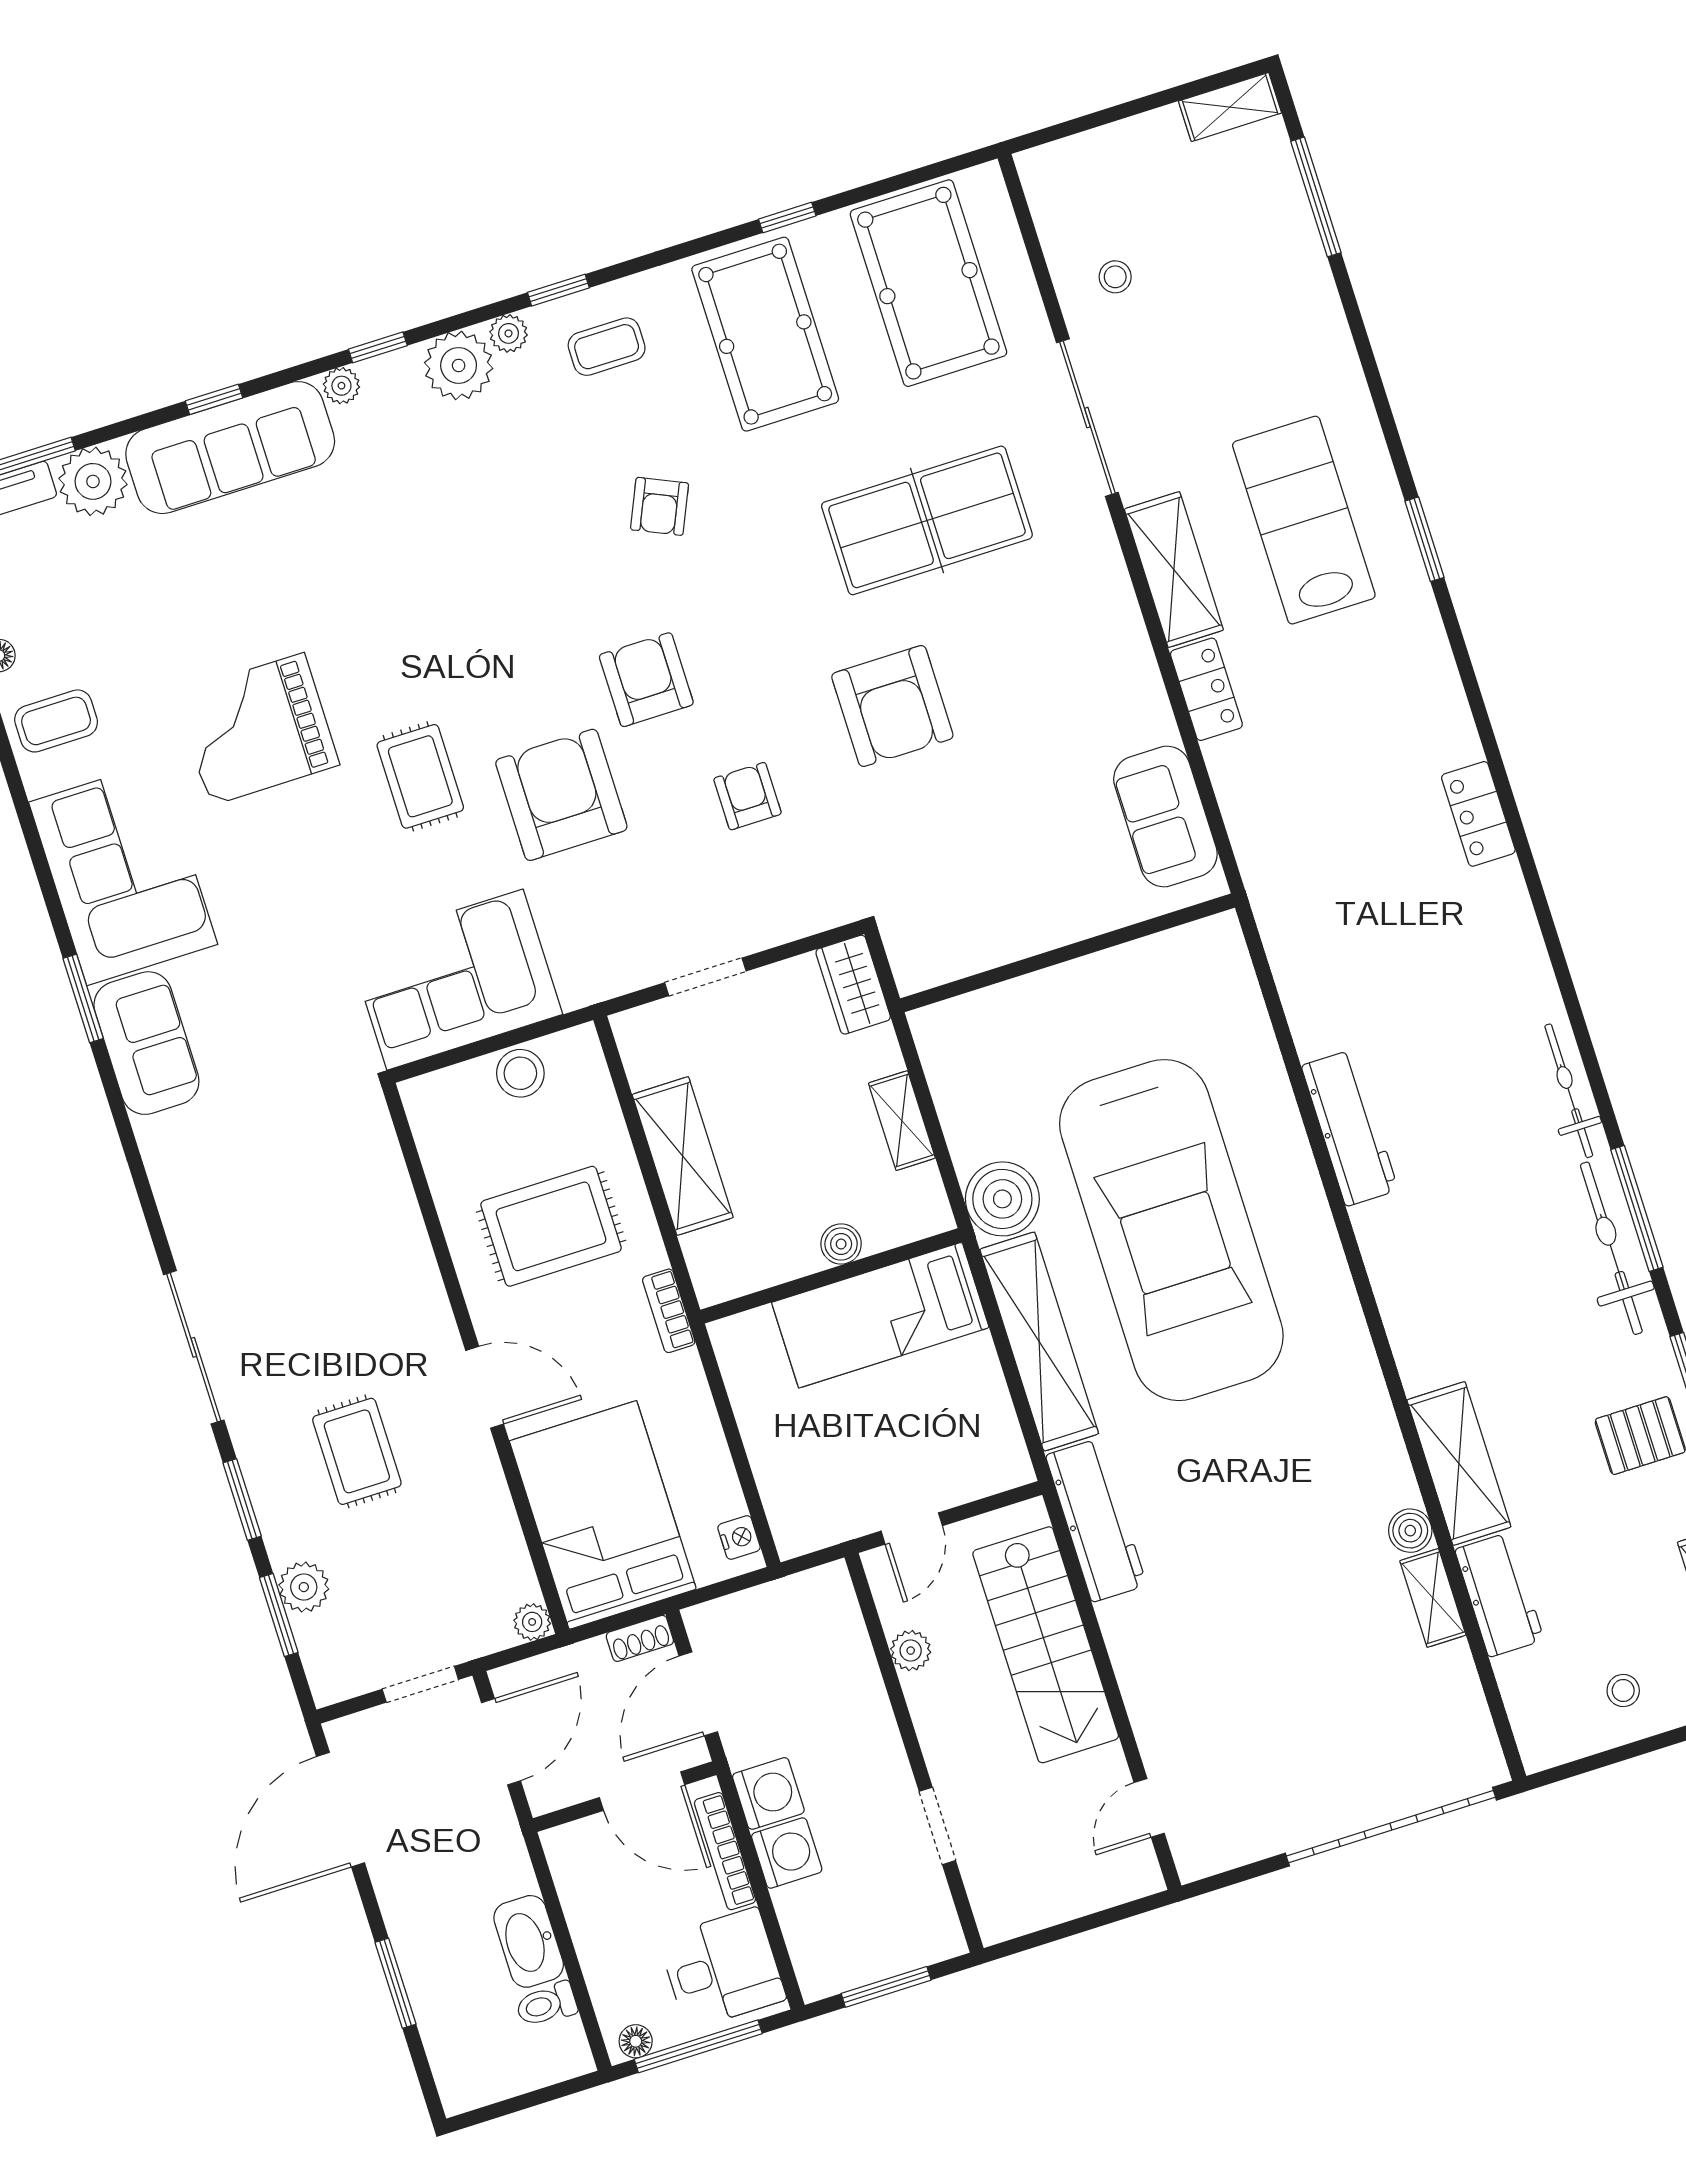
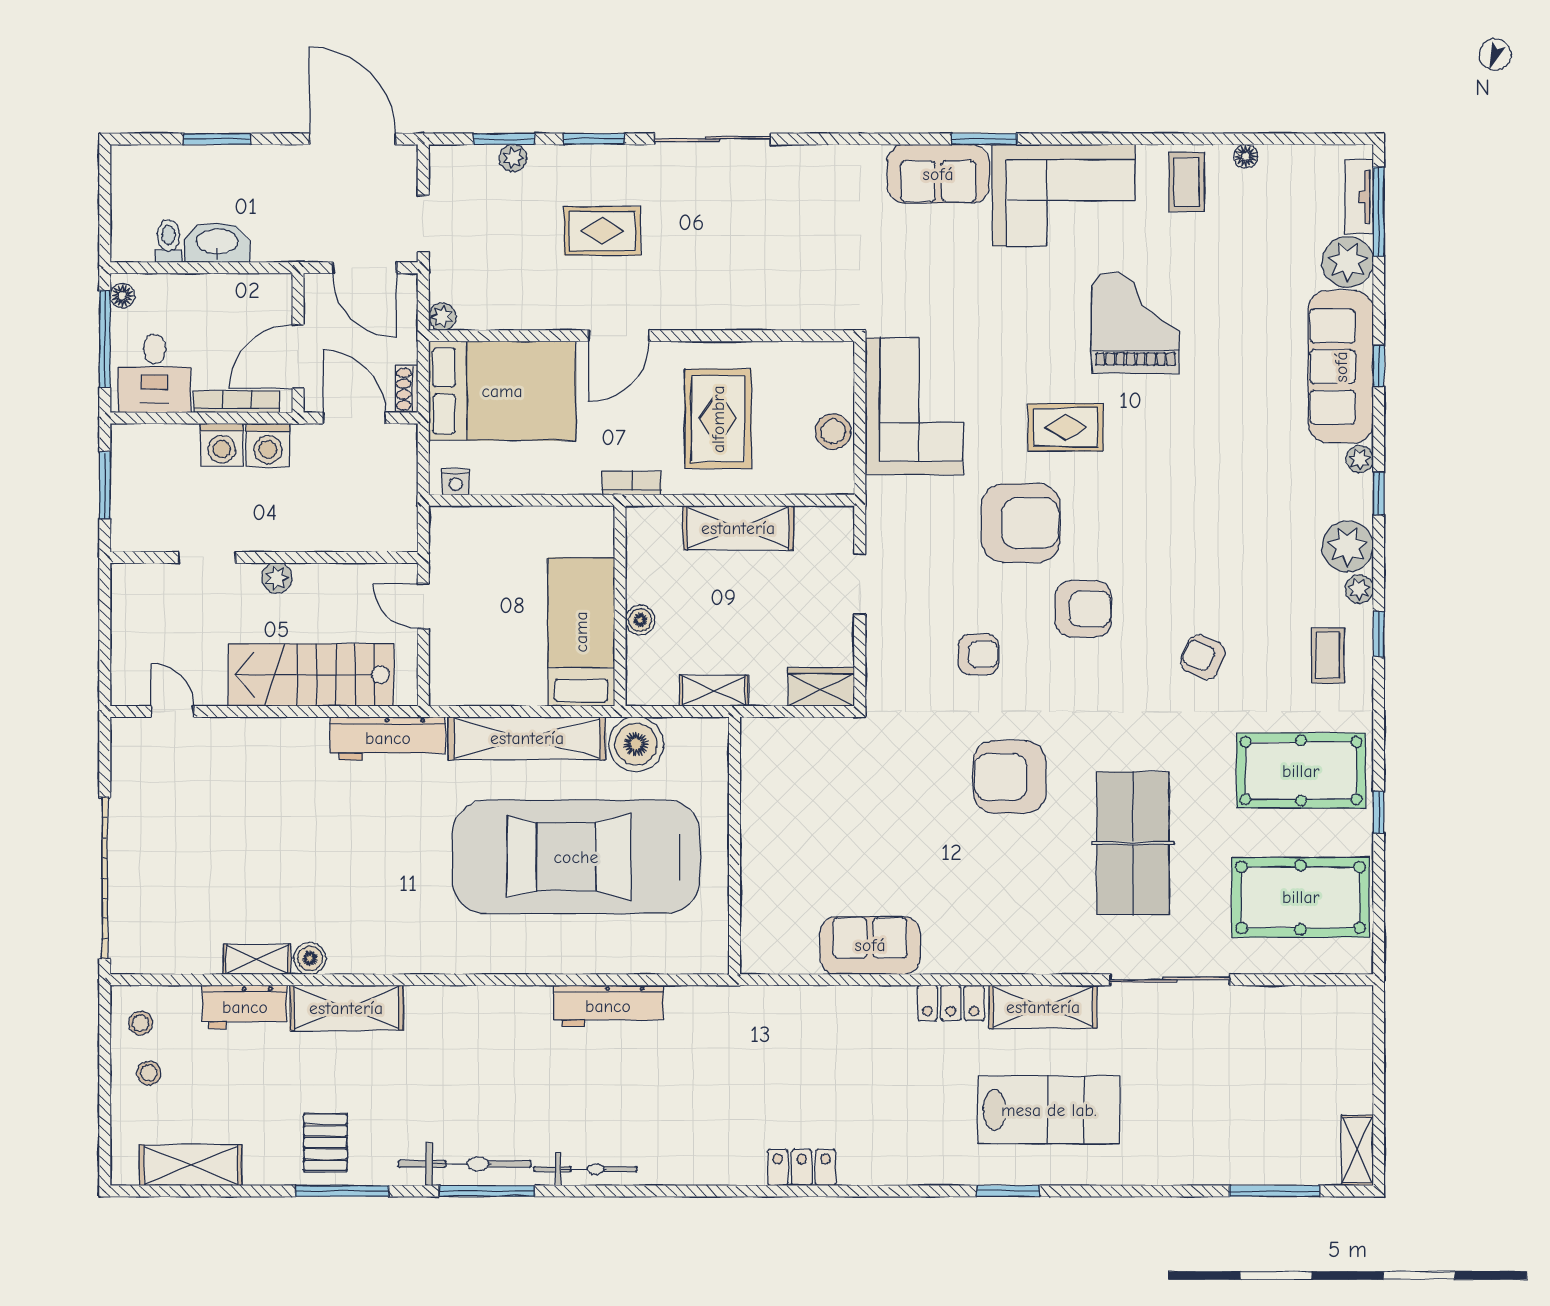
stool: (1115, 277) -> (141, 1023), moved
wall: (1068, 953) -> (735, 846), moved
plant: (304, 1587) -> (513, 158), width x0.73, depth x0.73
plant: (911, 1651) -> (277, 578), moved

